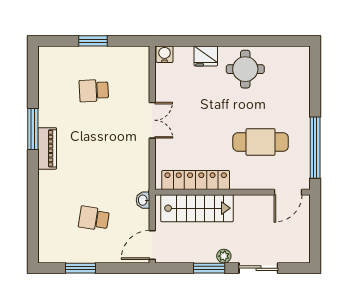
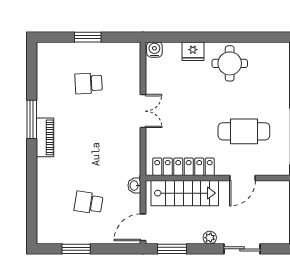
door: (288, 192) -> (242, 178), moved
window: (209, 268) -> (172, 249), moved

